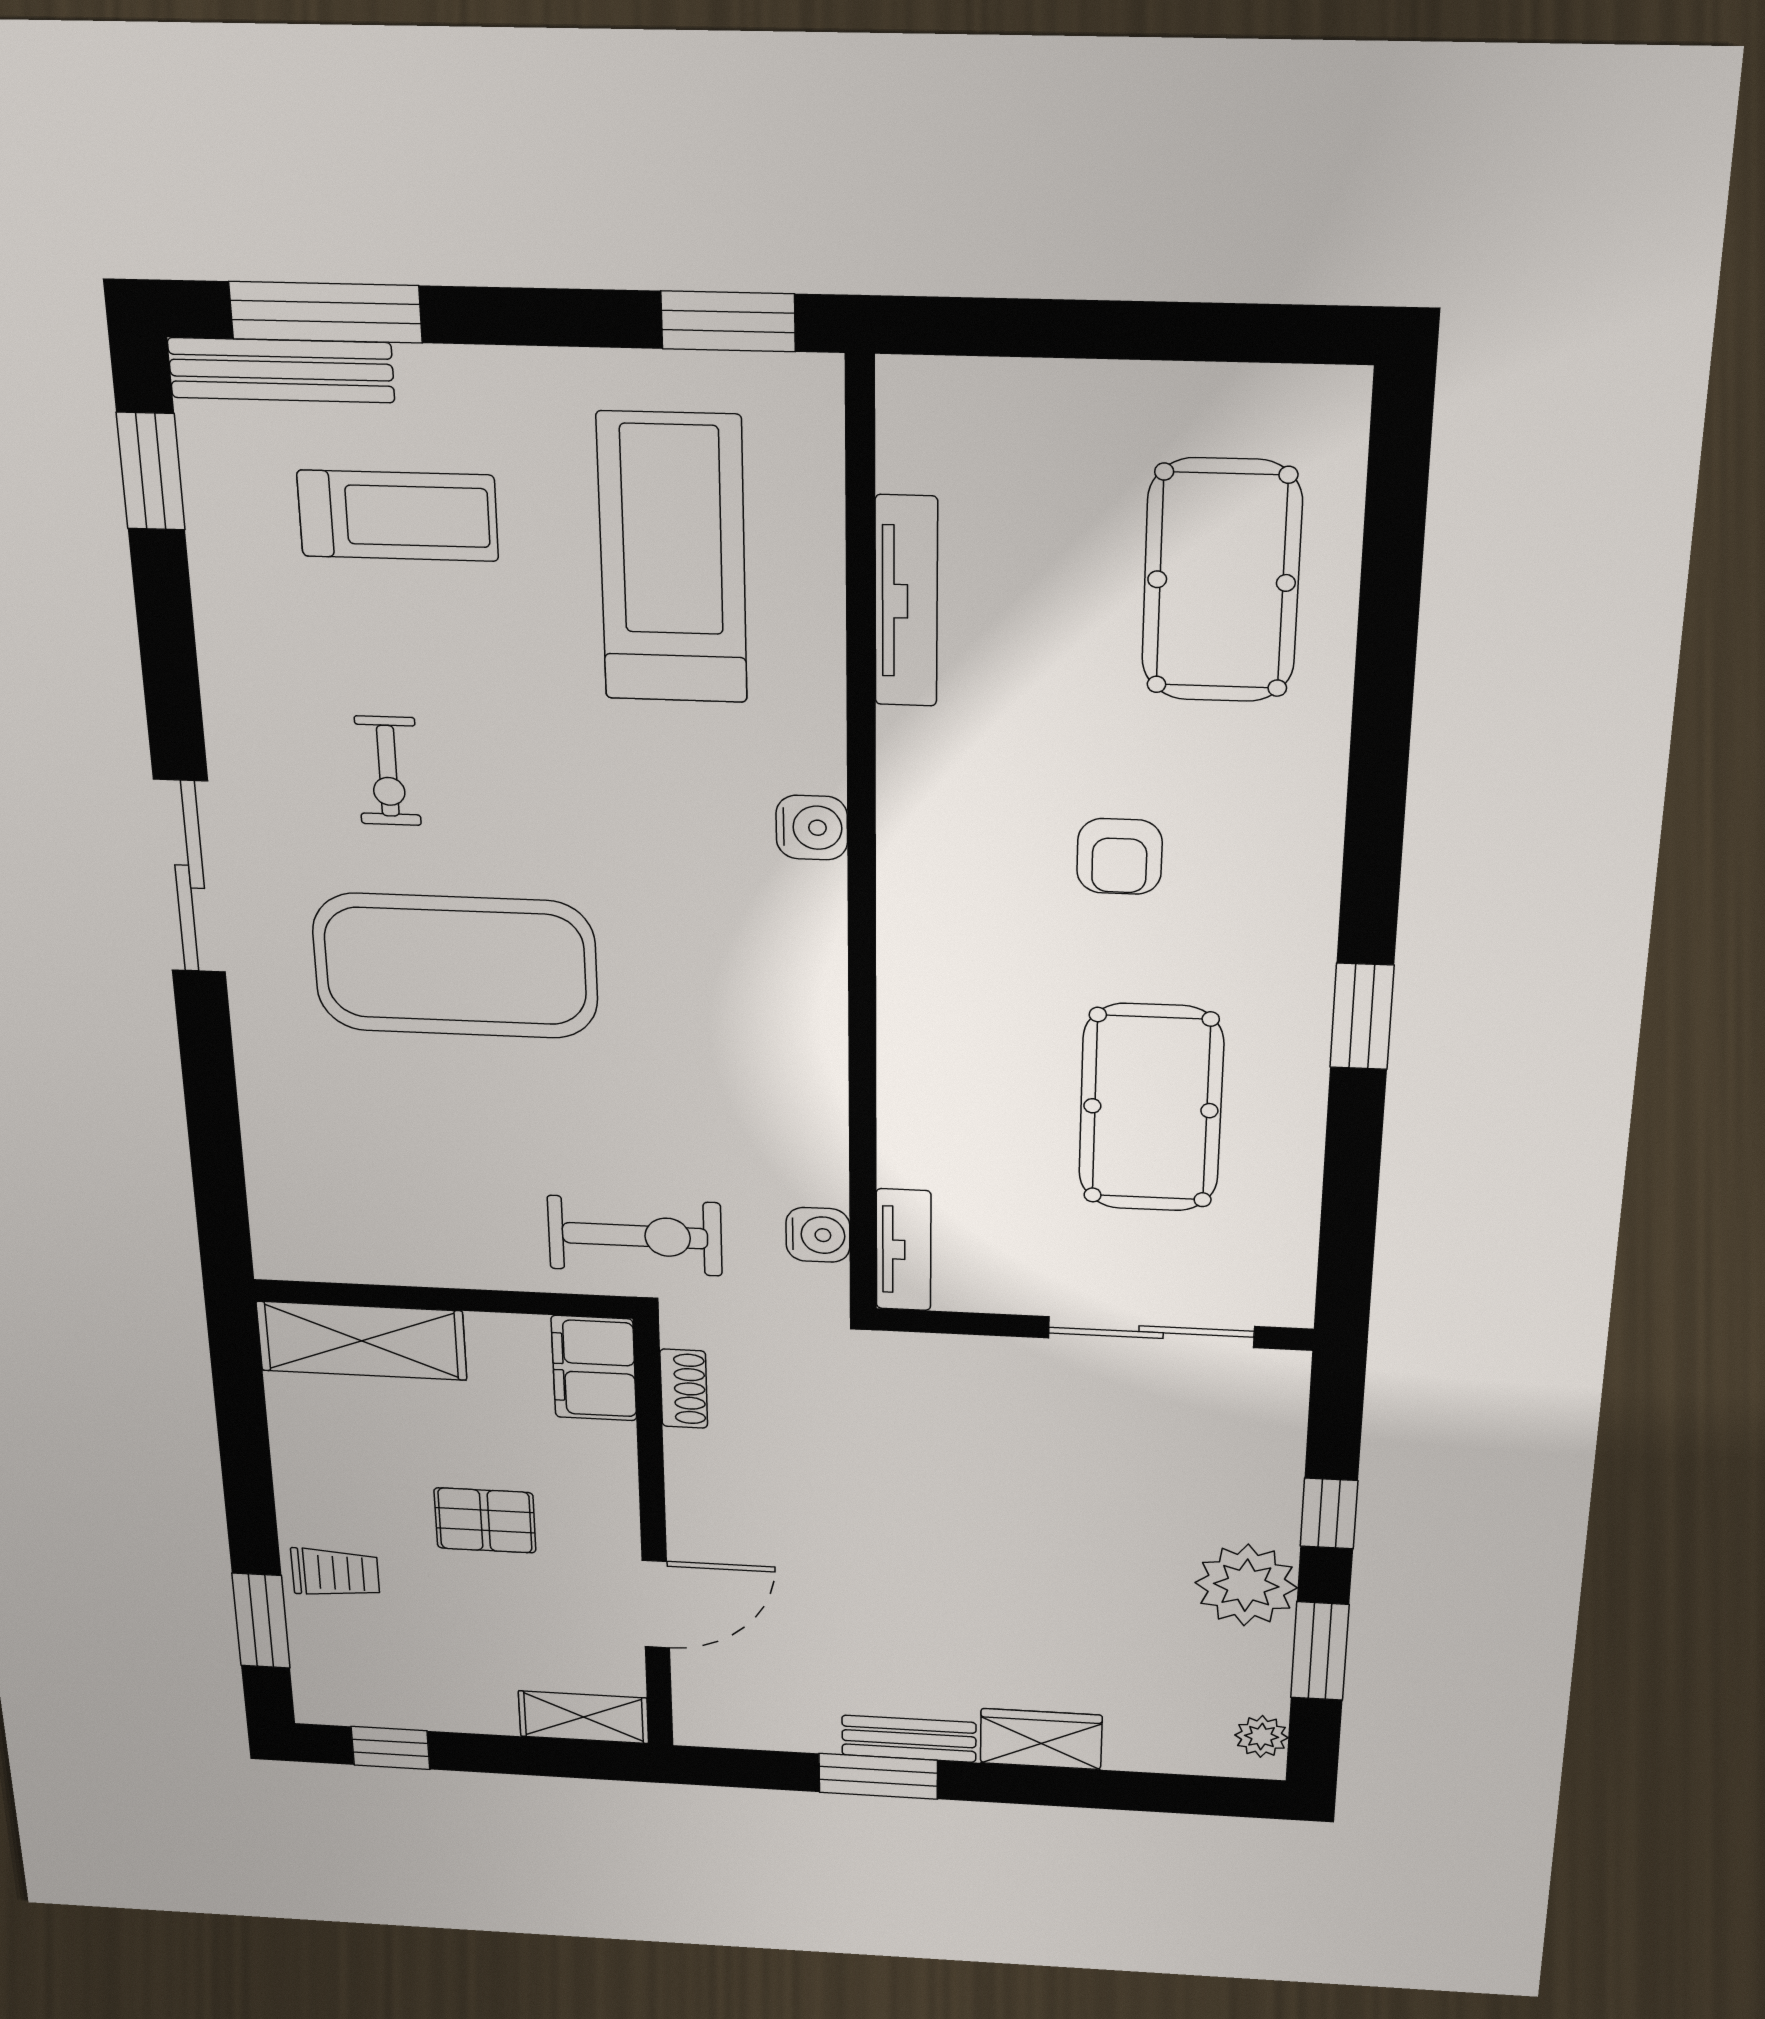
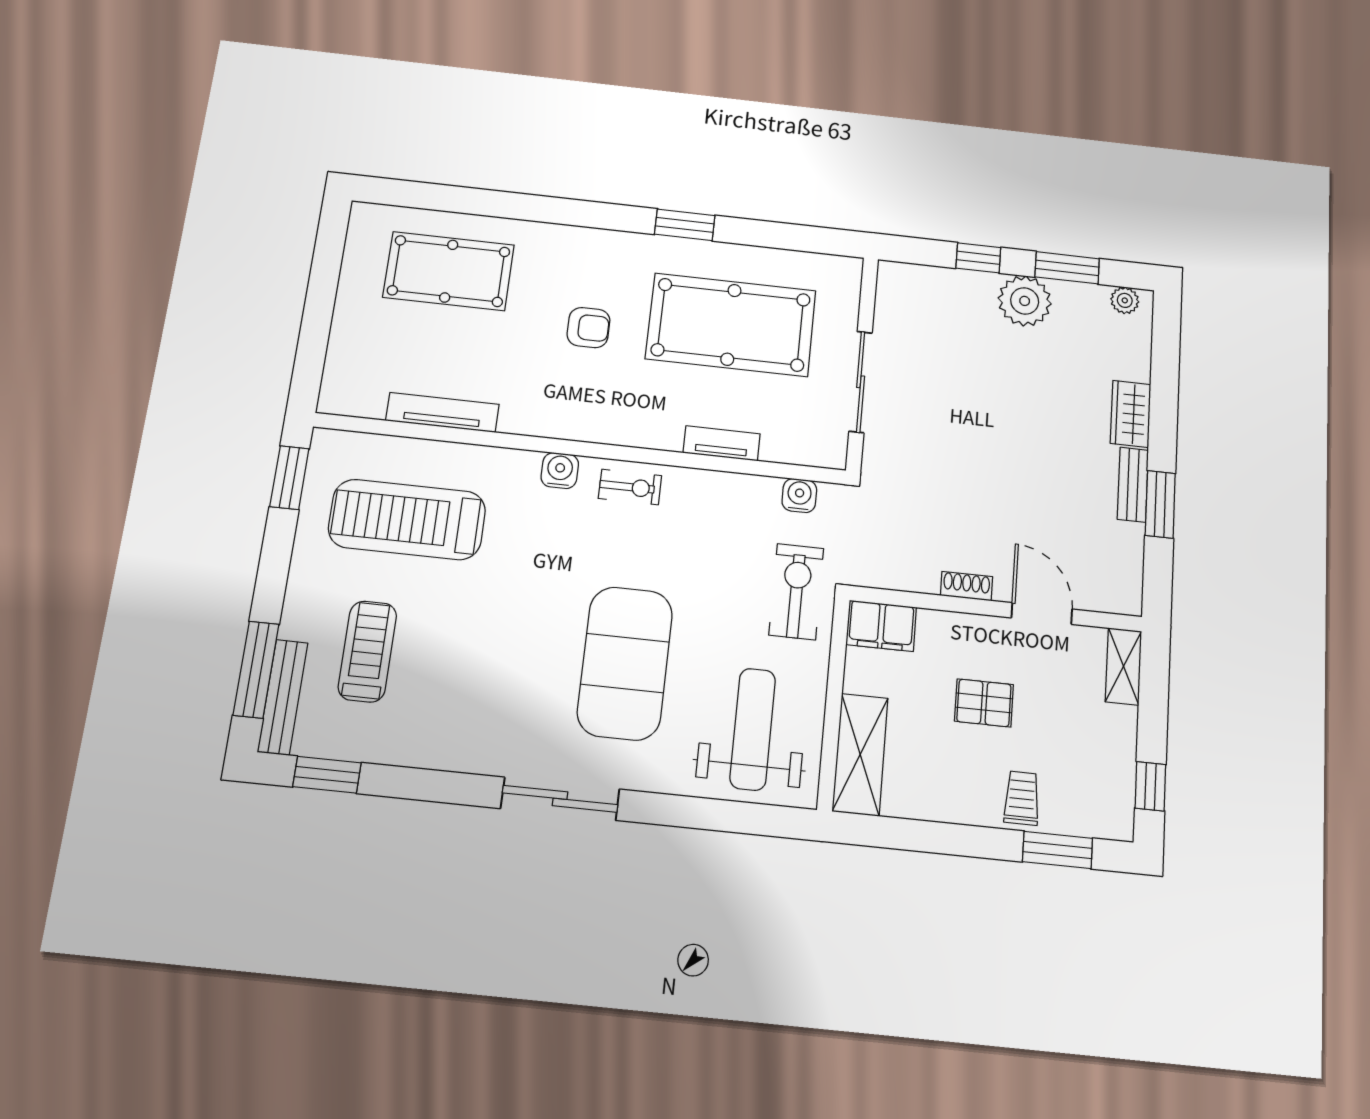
exercise bike: (388, 771) -> (630, 487), moved
pool table: (1151, 1108) -> (731, 325), width x1.36, depth x1.32
weight bench: (374, 1176) -> (753, 729), added
tv unit: (904, 1250) -> (722, 443), moved
sliding door: (1151, 1332) -> (861, 382), moved
shoe rack: (684, 1389) -> (967, 586), moved
pallet: (485, 1520) -> (984, 703), turned 90

